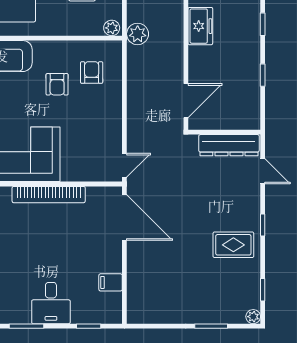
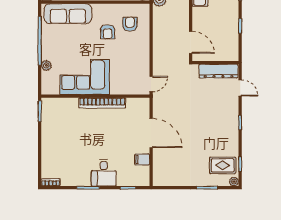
door: (186, 101) -> (191, 42), hinge flipped
door: (124, 218) -> (151, 133), moved
rug: (233, 245) -> (223, 165), moved

